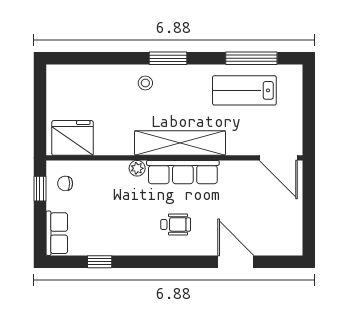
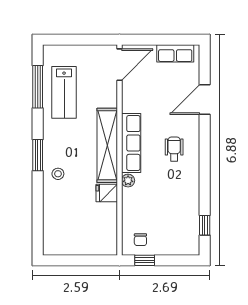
fridge: (73, 138) -> (107, 193), moved, width x0.53, depth x0.75
row of seats: (57, 233) -> (175, 53), moved, turned 180
window: (100, 262) -> (205, 225), moved

